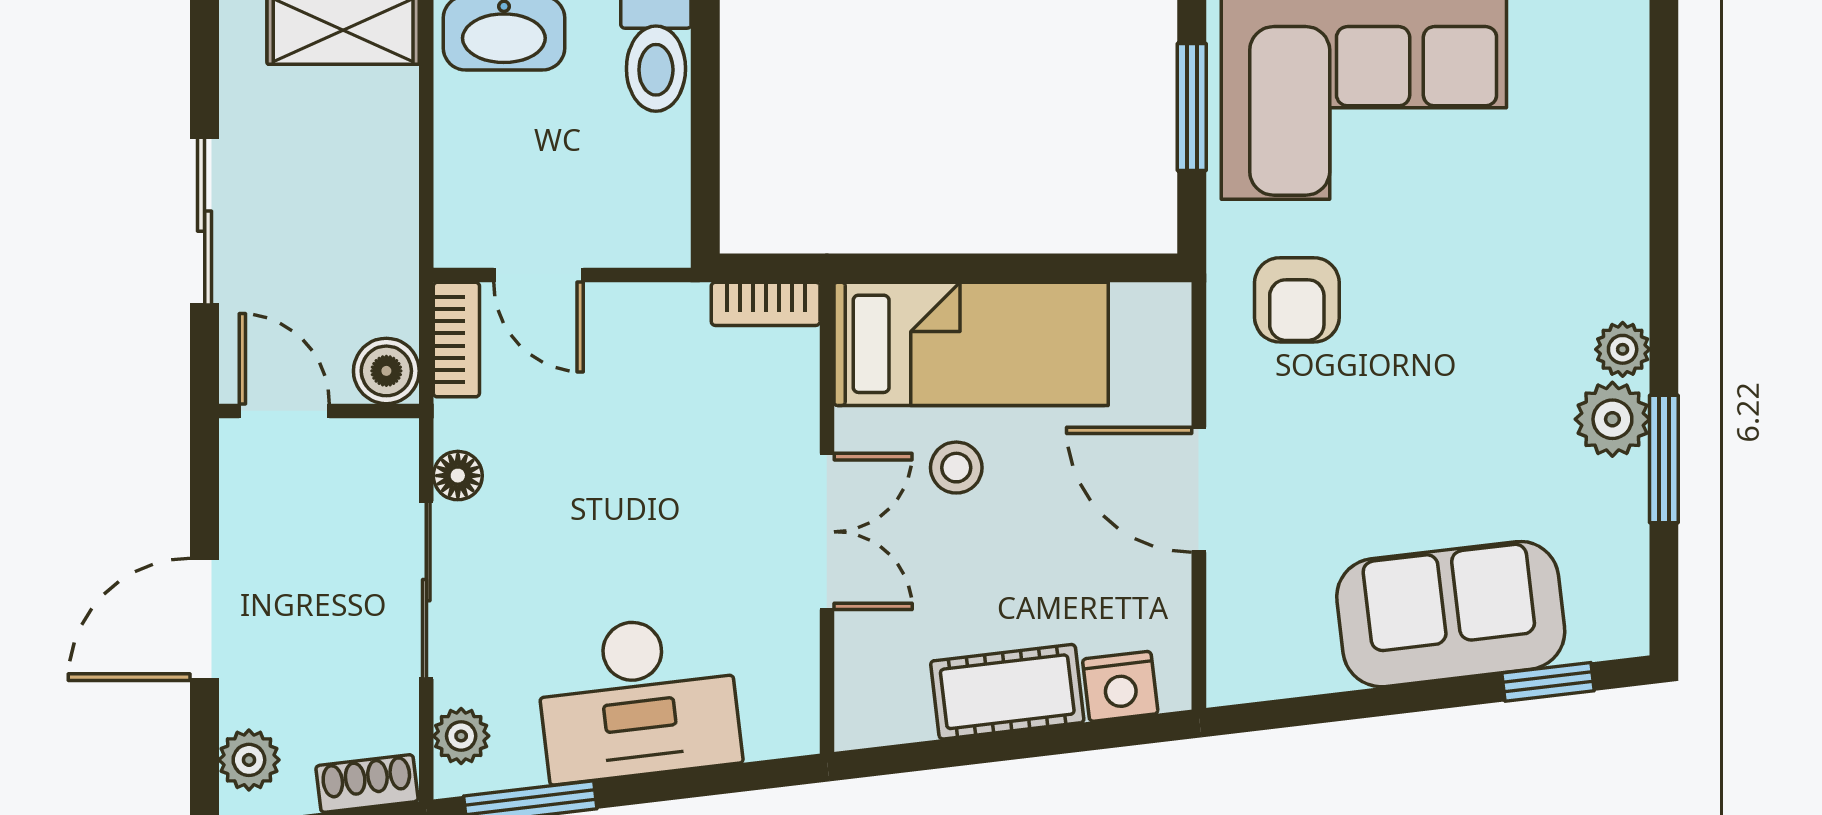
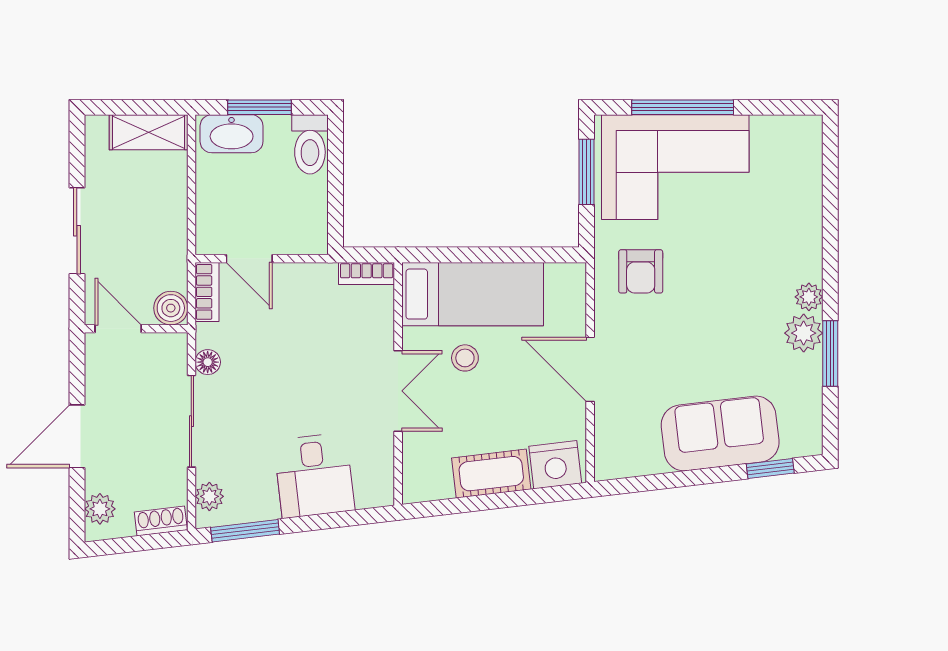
nightstand: (1120, 686) -> (555, 465), width x1.36, depth x1.33
desk: (638, 698) -> (314, 475), width x0.73

